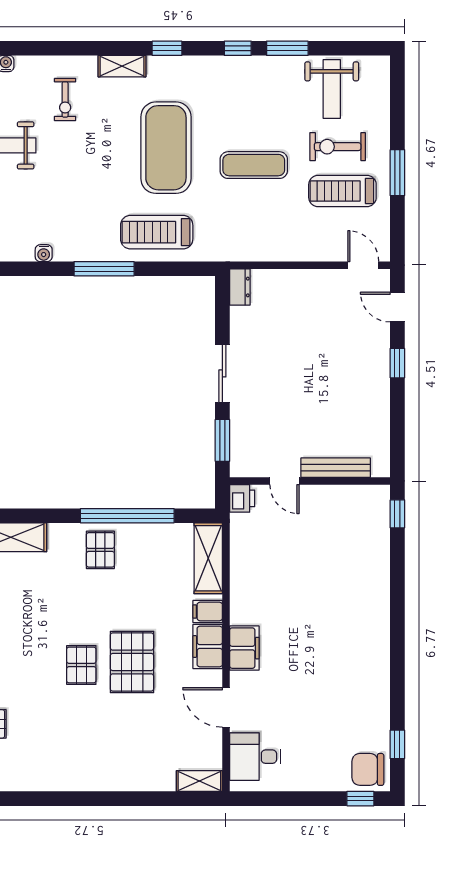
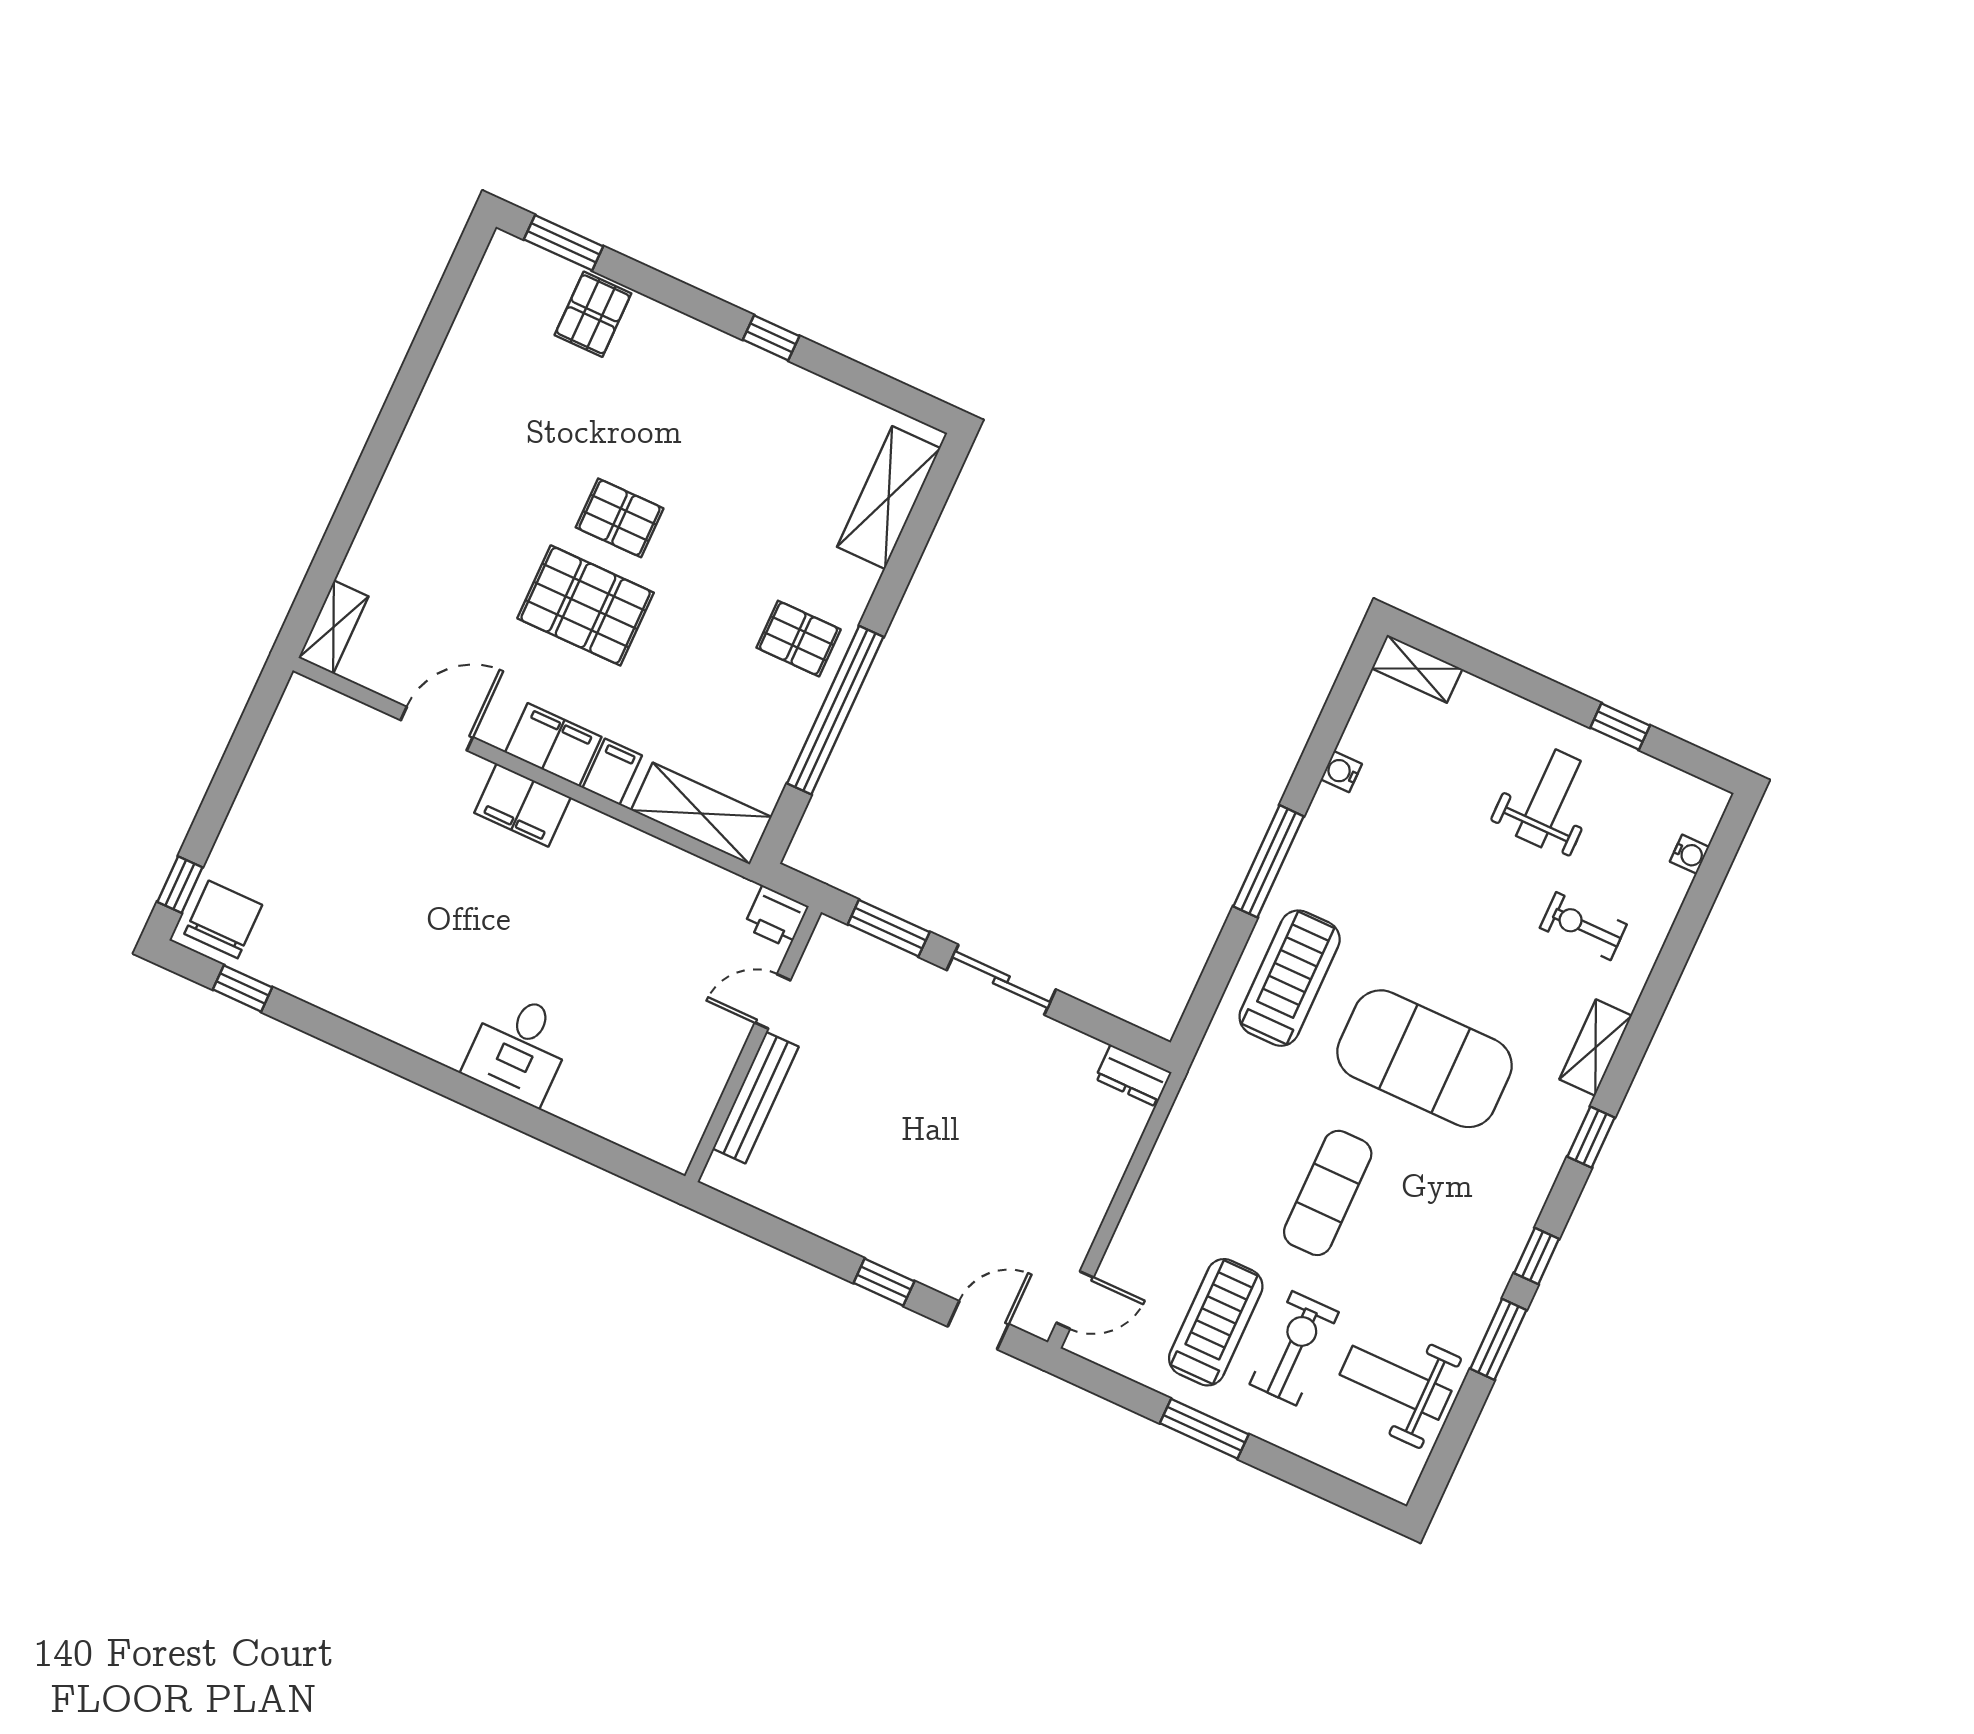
window: (397, 514) -> (630, 1166), removed
desk: (255, 757) -> (519, 1048), moved, turned 180

